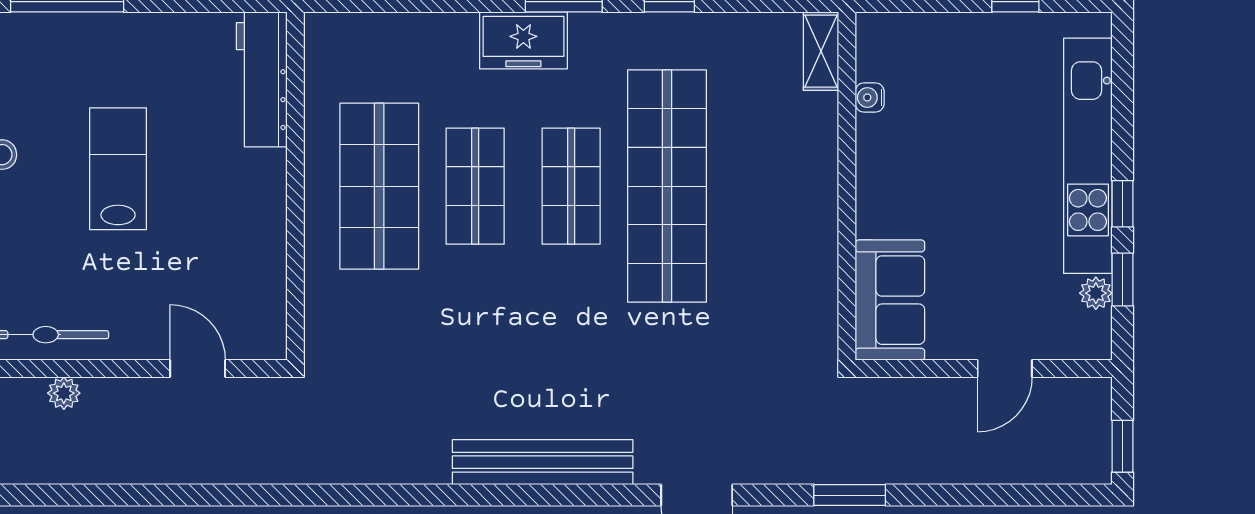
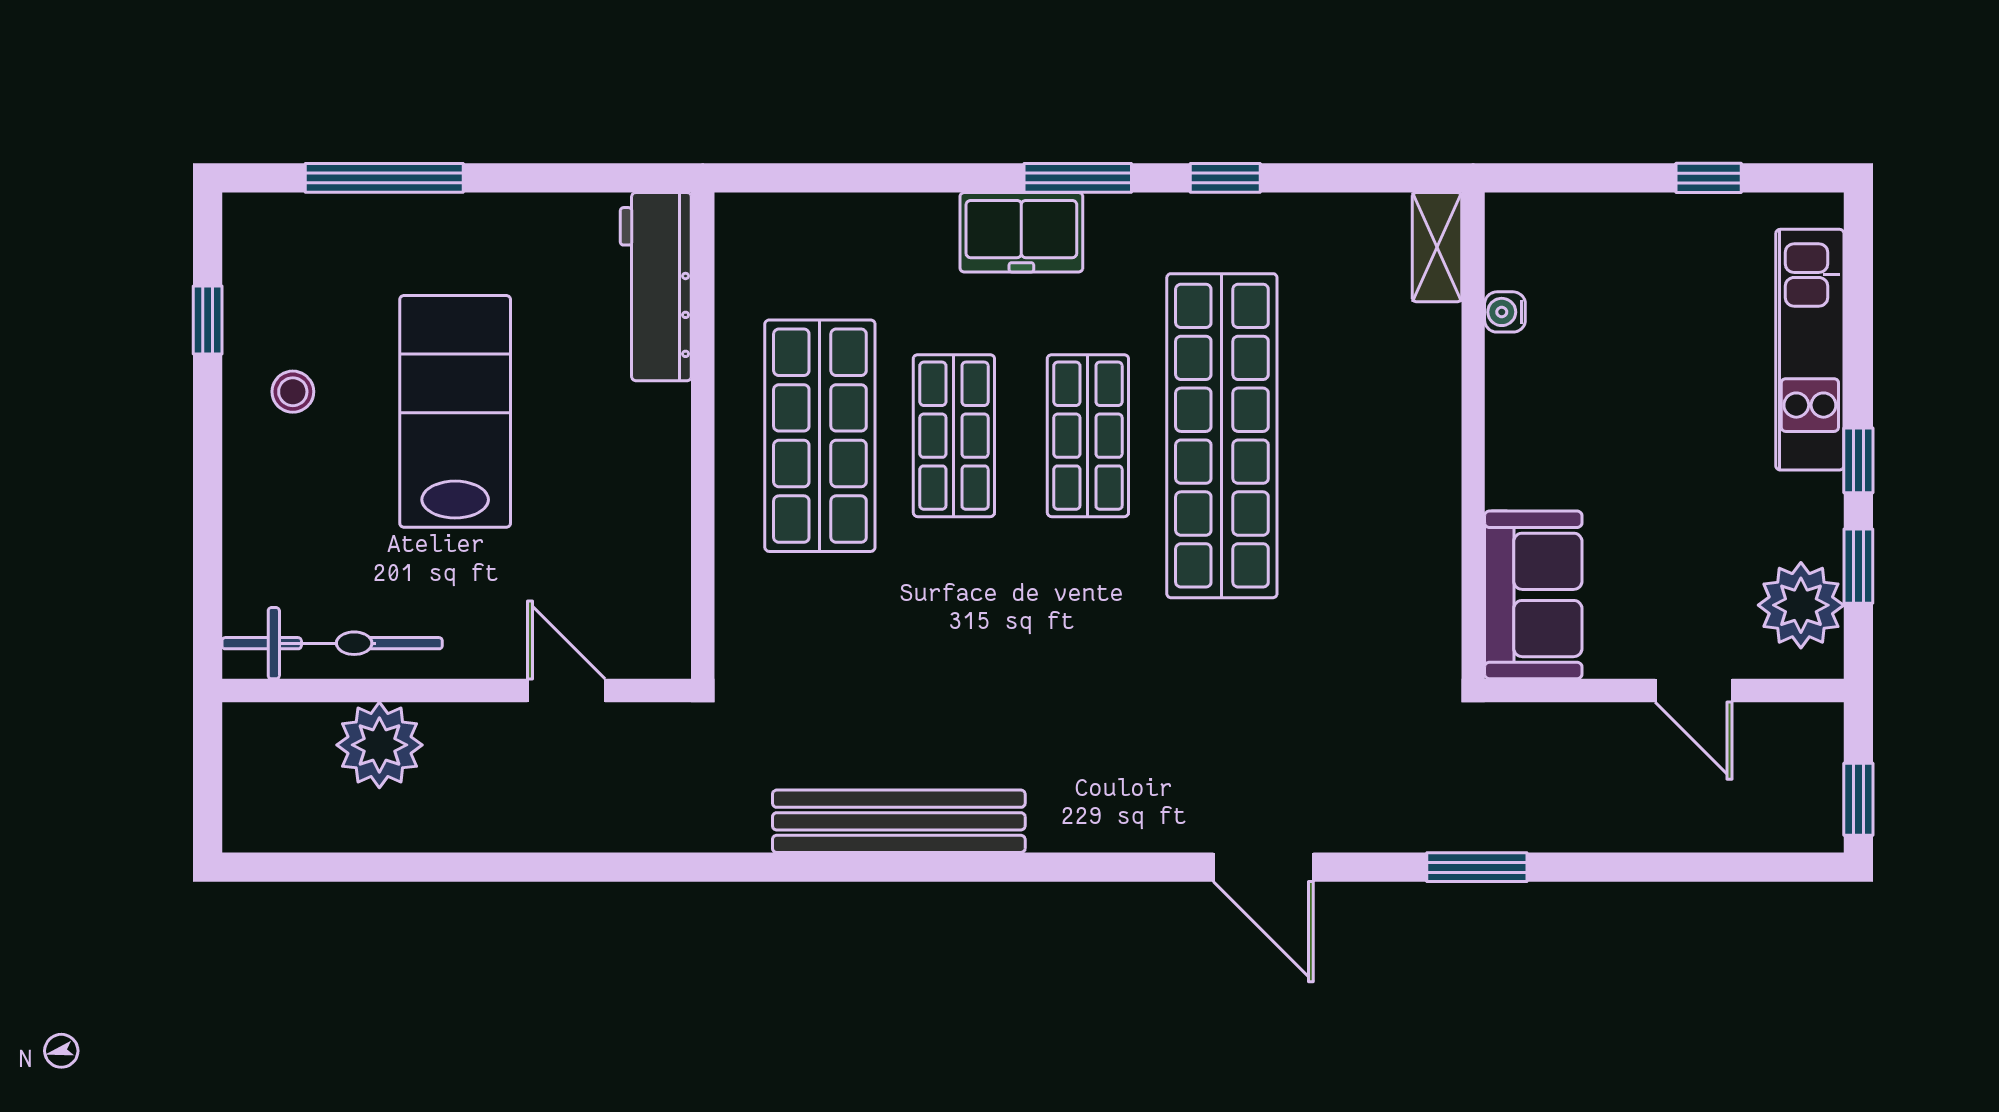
kitchen unit: (1088, 156) -> (1810, 350), width x0.73
lab bench: (118, 169) -> (455, 411), width x1.36, depth x1.39
plant: (1096, 293) -> (1801, 605), width x1.88, depth x1.88
door: (1005, 369) -> (1694, 691), hinge flipped
plant: (64, 393) -> (379, 745), width x1.88, depth x1.88
bench: (543, 462) -> (899, 821), moved

